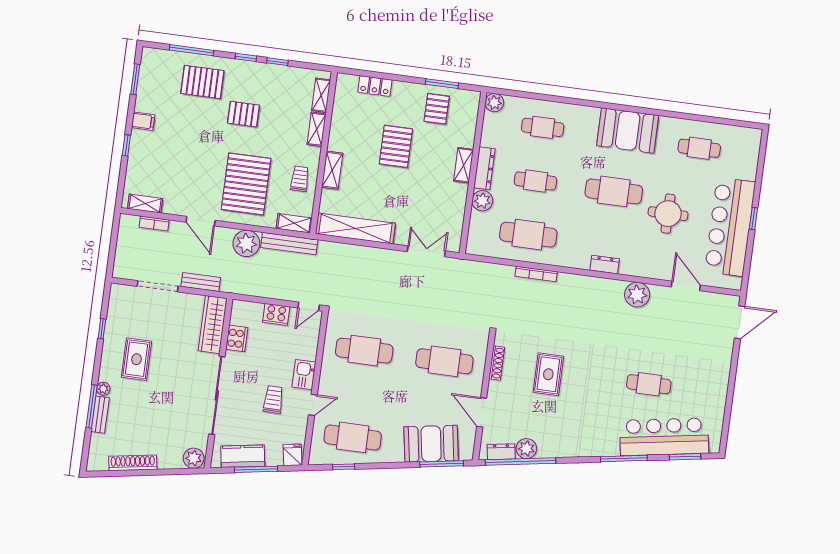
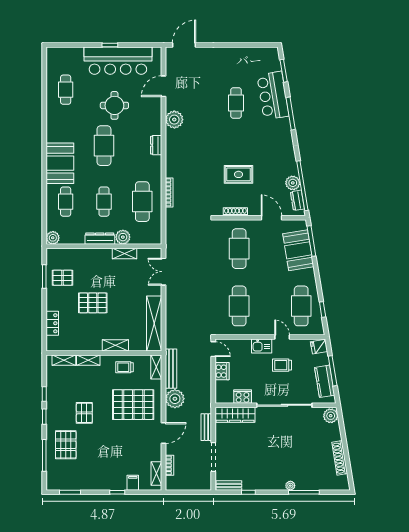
filing cabinet: (143, 121) -> (133, 483), moved
booth: (628, 130) -> (60, 163), moved
shelving: (464, 165) -> (124, 254), moved
door: (740, 322) -> (184, 45), hinge flipped
rug: (136, 359) -> (266, 465), removed
door: (482, 412) -> (271, 218), swing flipped
bench: (100, 415) -> (229, 485), moved
bar counter: (664, 437) -> (273, 96), width x0.73

